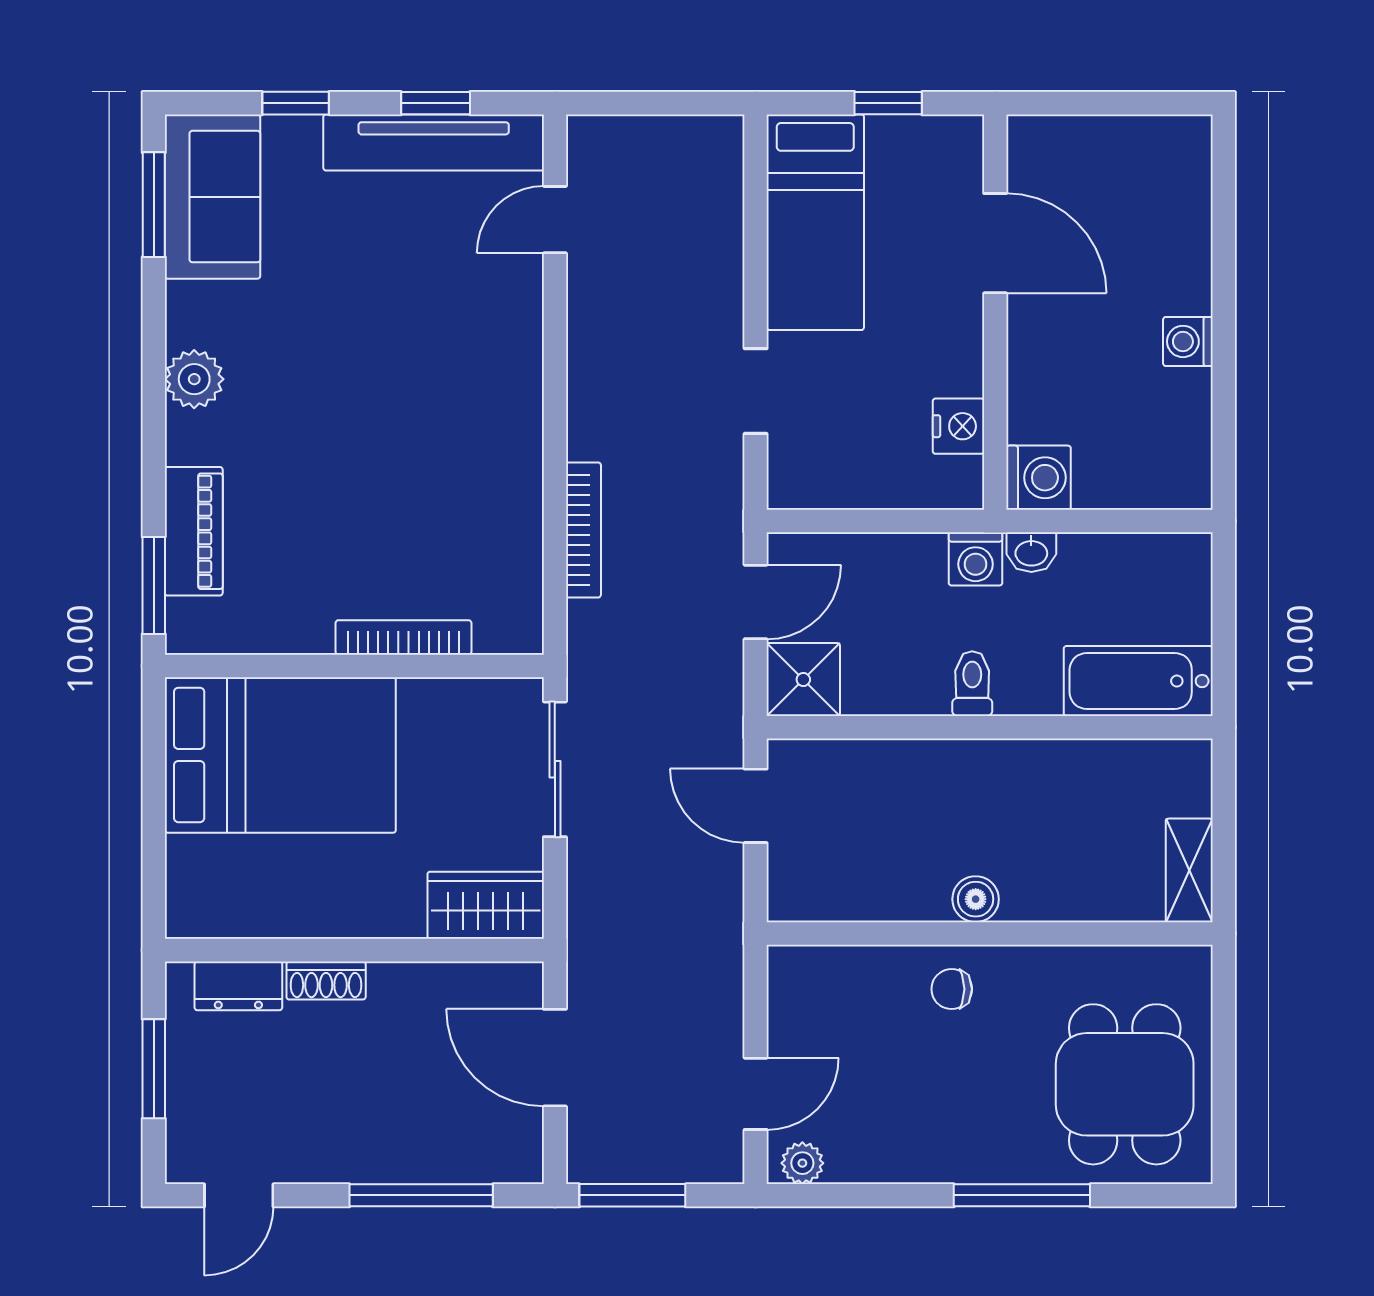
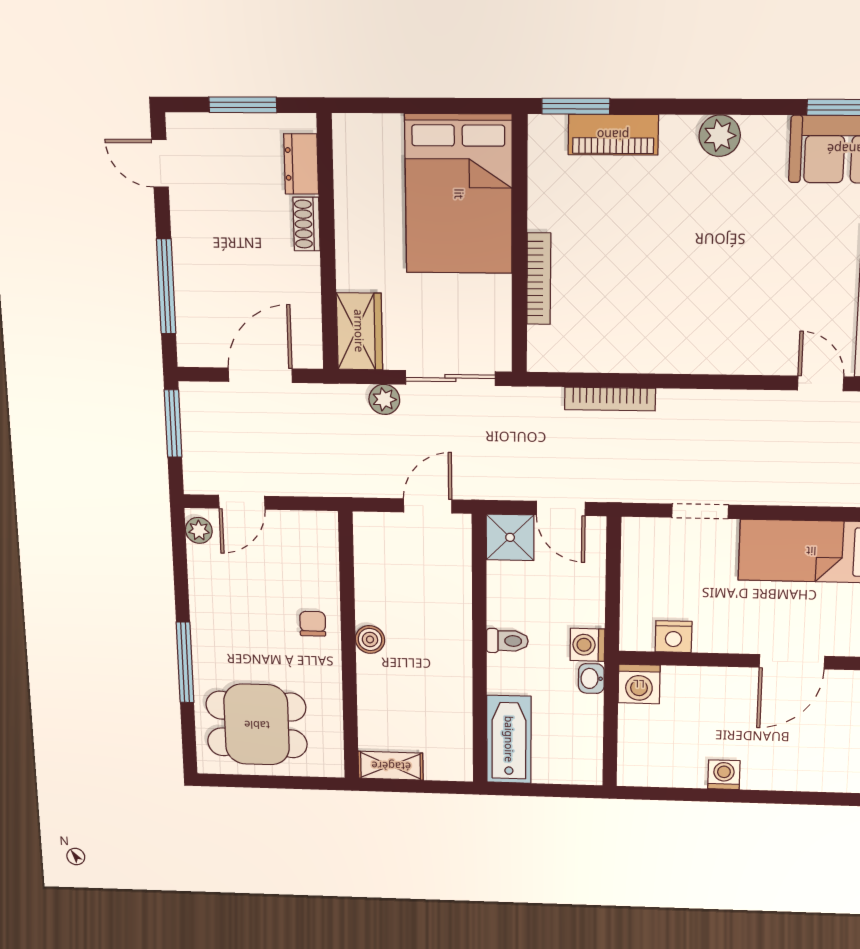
plant: (589, 870) -> (384, 399), added
door: (756, 1094) -> (242, 502), hinge flipped

